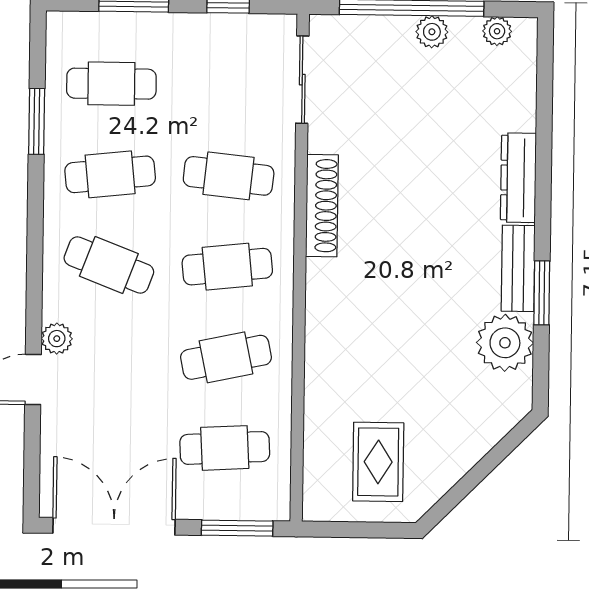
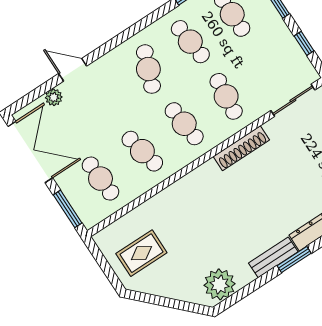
window: (542, 293) -> (294, 260), moved
plant: (57, 339) -> (54, 97), moved
plant: (505, 343) -> (220, 284), moved

